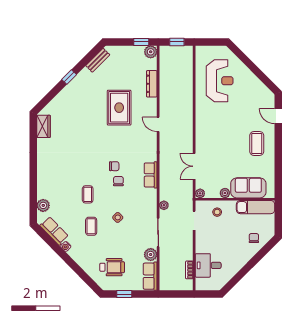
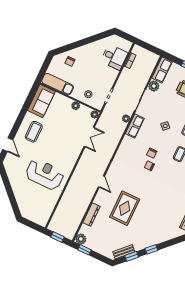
window: (87, 59) -> (132, 256), added
reception desk: (220, 81) -> (45, 174), moved, turned 90
row of seats: (151, 175) -> (135, 126), moved
sofa: (248, 188) -> (41, 101), moved, turned -90

